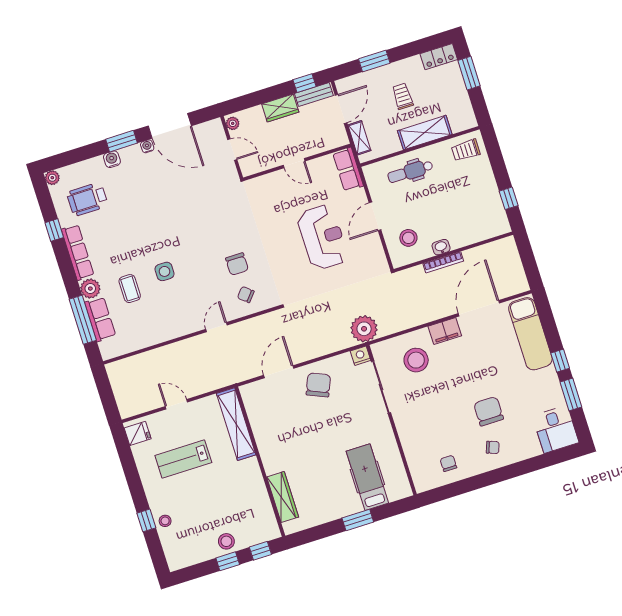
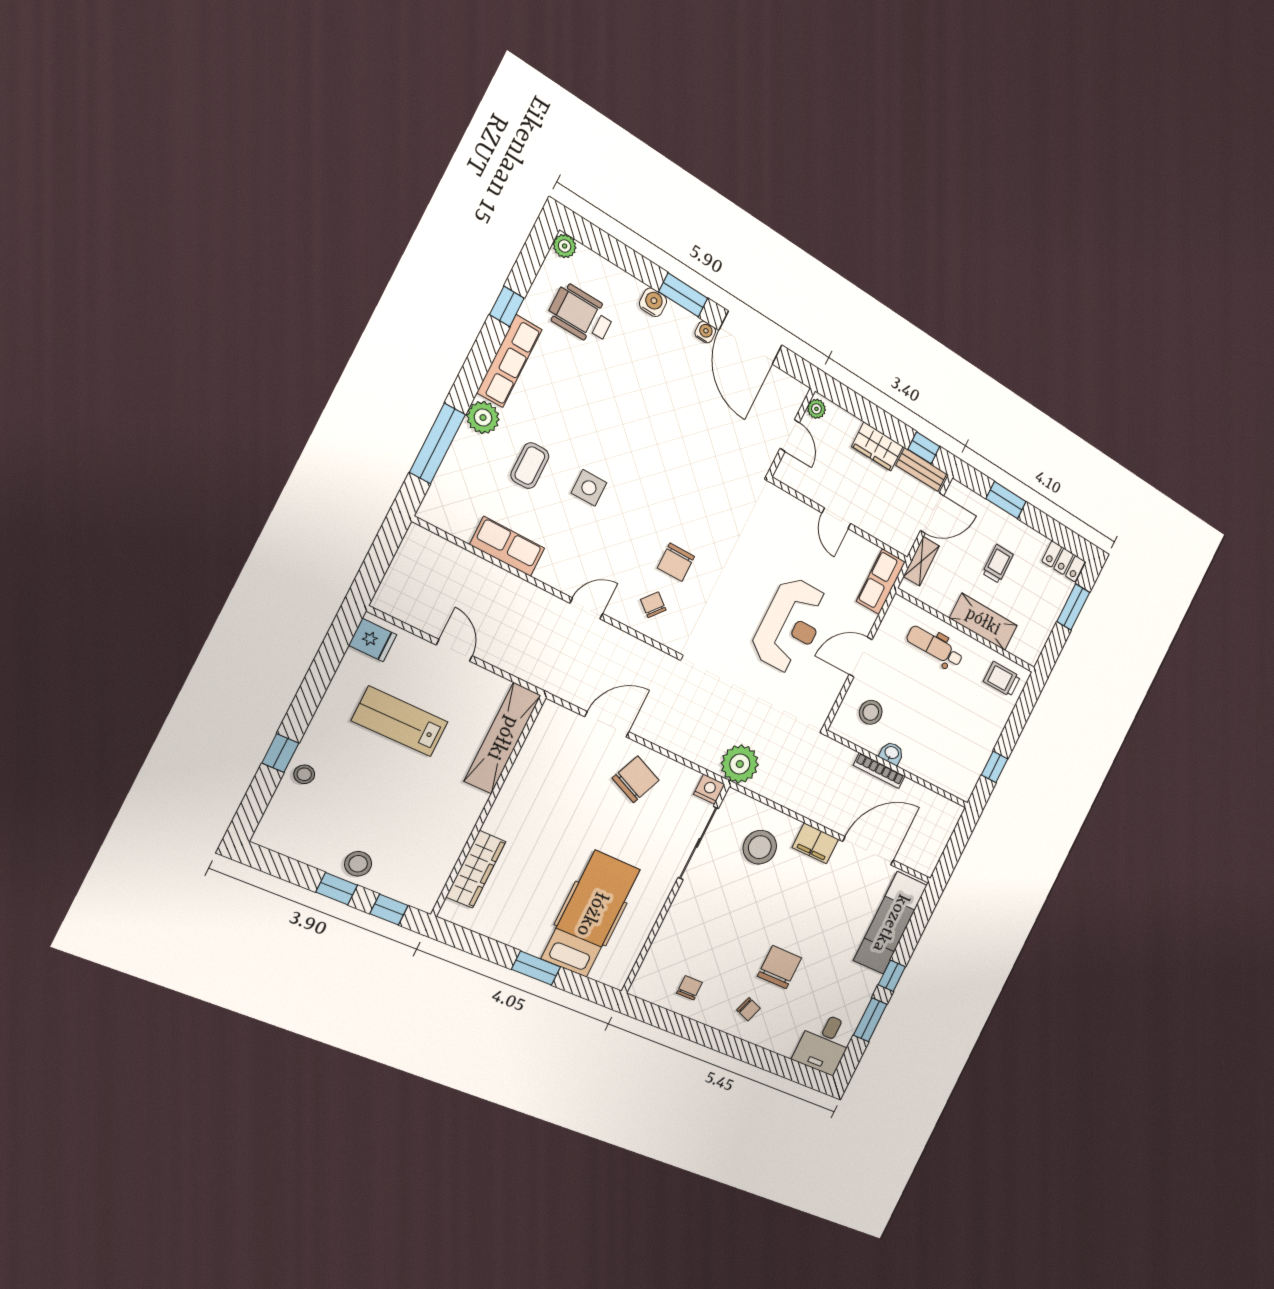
row of seats: (100, 319) -> (507, 546), moved, turned -90
hospital bed: (367, 477) -> (591, 914), width x1.37, depth x1.29

